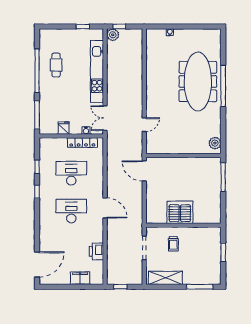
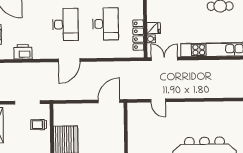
fridge: (64, 128) -> (154, 28), moved
trolley: (173, 244) -> (39, 125), moved

